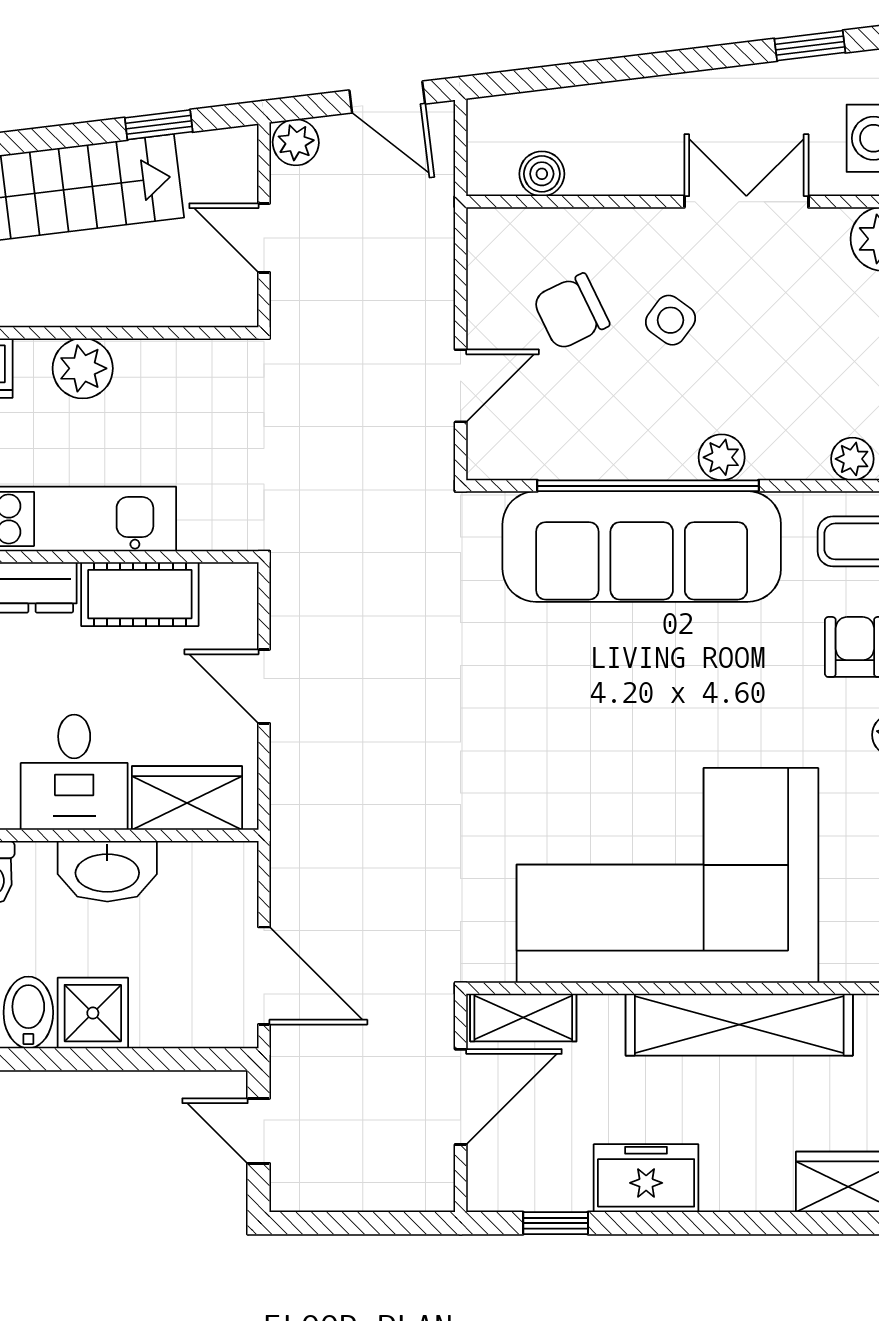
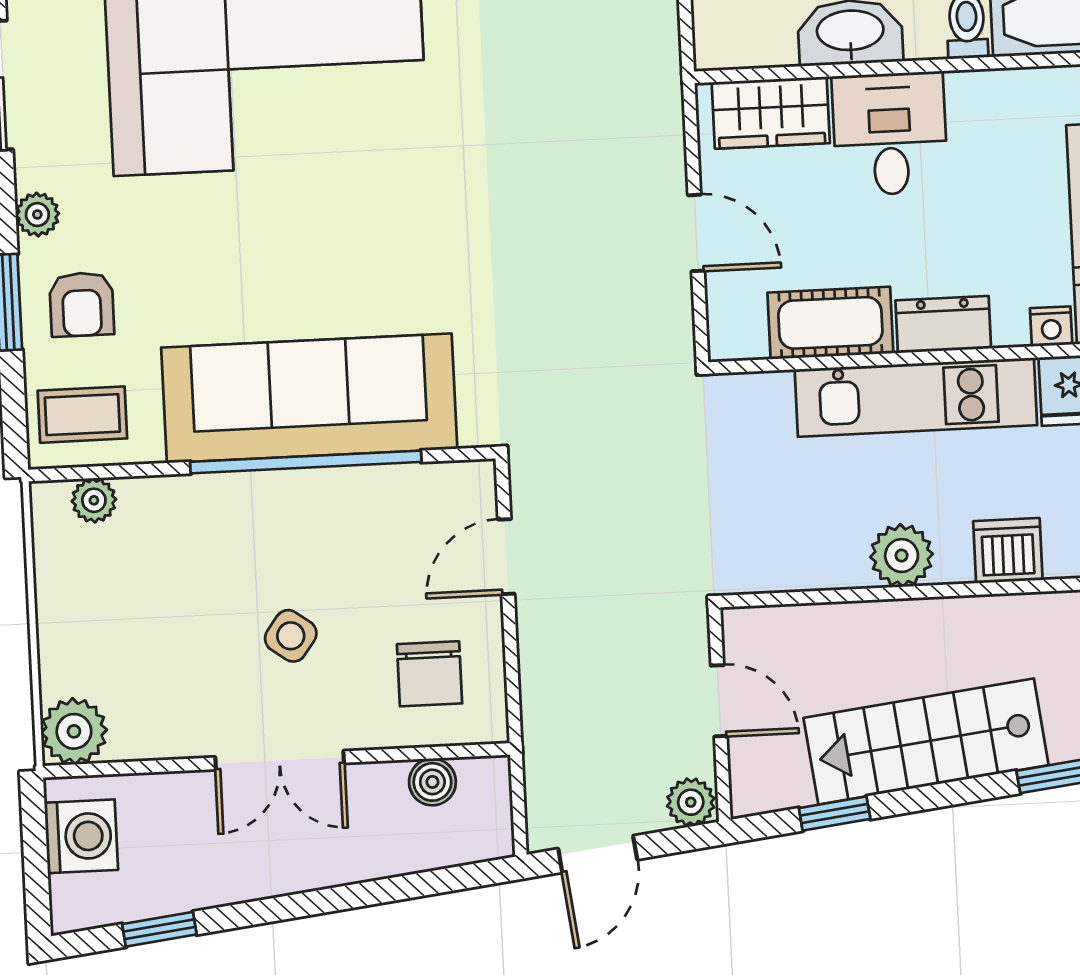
door: (387, 97) -> (598, 854), swing flipped
double door: (746, 202) -> (280, 760), moved
chair: (571, 312) -> (430, 674), moved, turned 116
plant: (722, 457) -> (230, 495), removed

